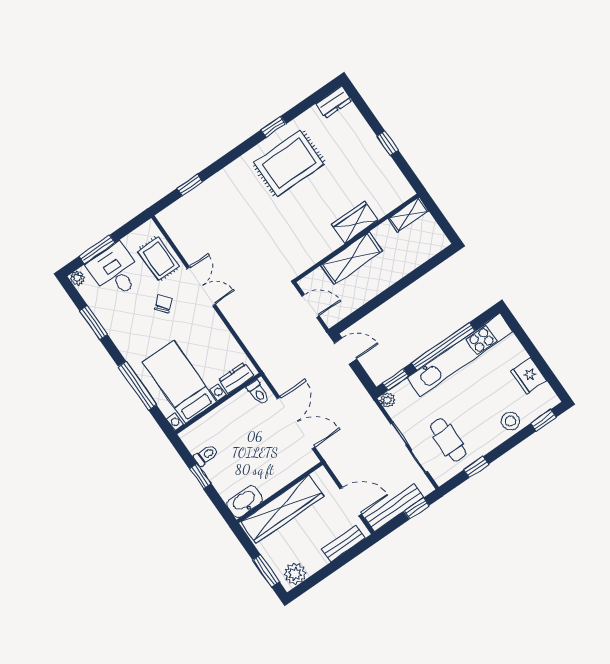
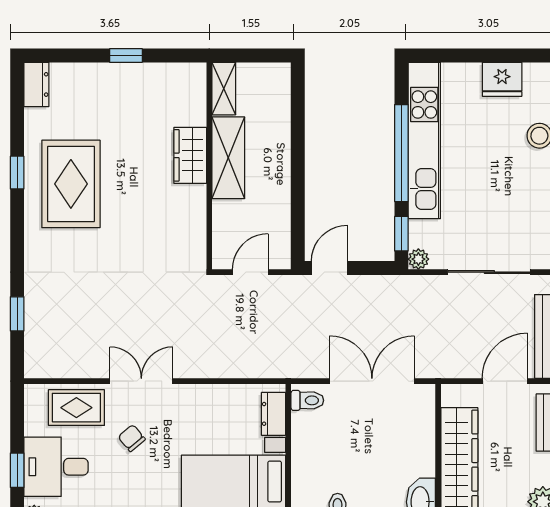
window: (97, 249) -> (17, 470), width x0.67
shelving: (351, 258) -> (228, 158), moved
cafe table: (448, 440) -> (512, 221), removed

